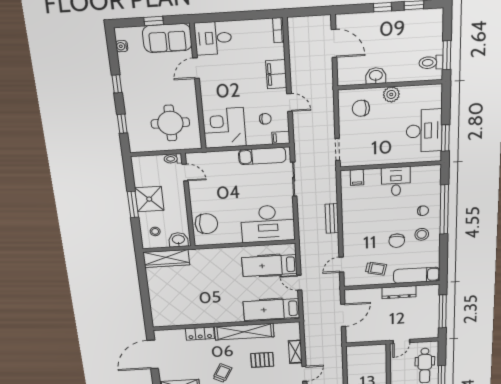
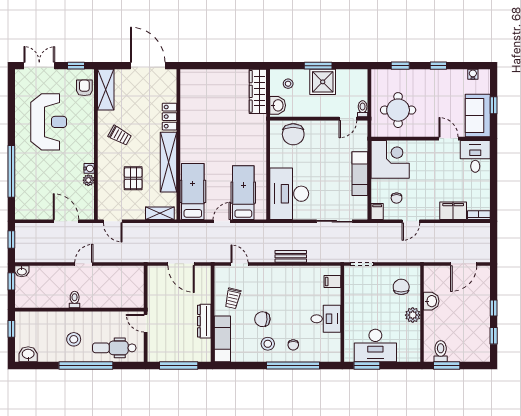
filing cabinet: (276, 74) -> (453, 211), moved
exam couch: (262, 156) -> (360, 174), moved
shelving: (295, 352) -> (160, 213), moved

